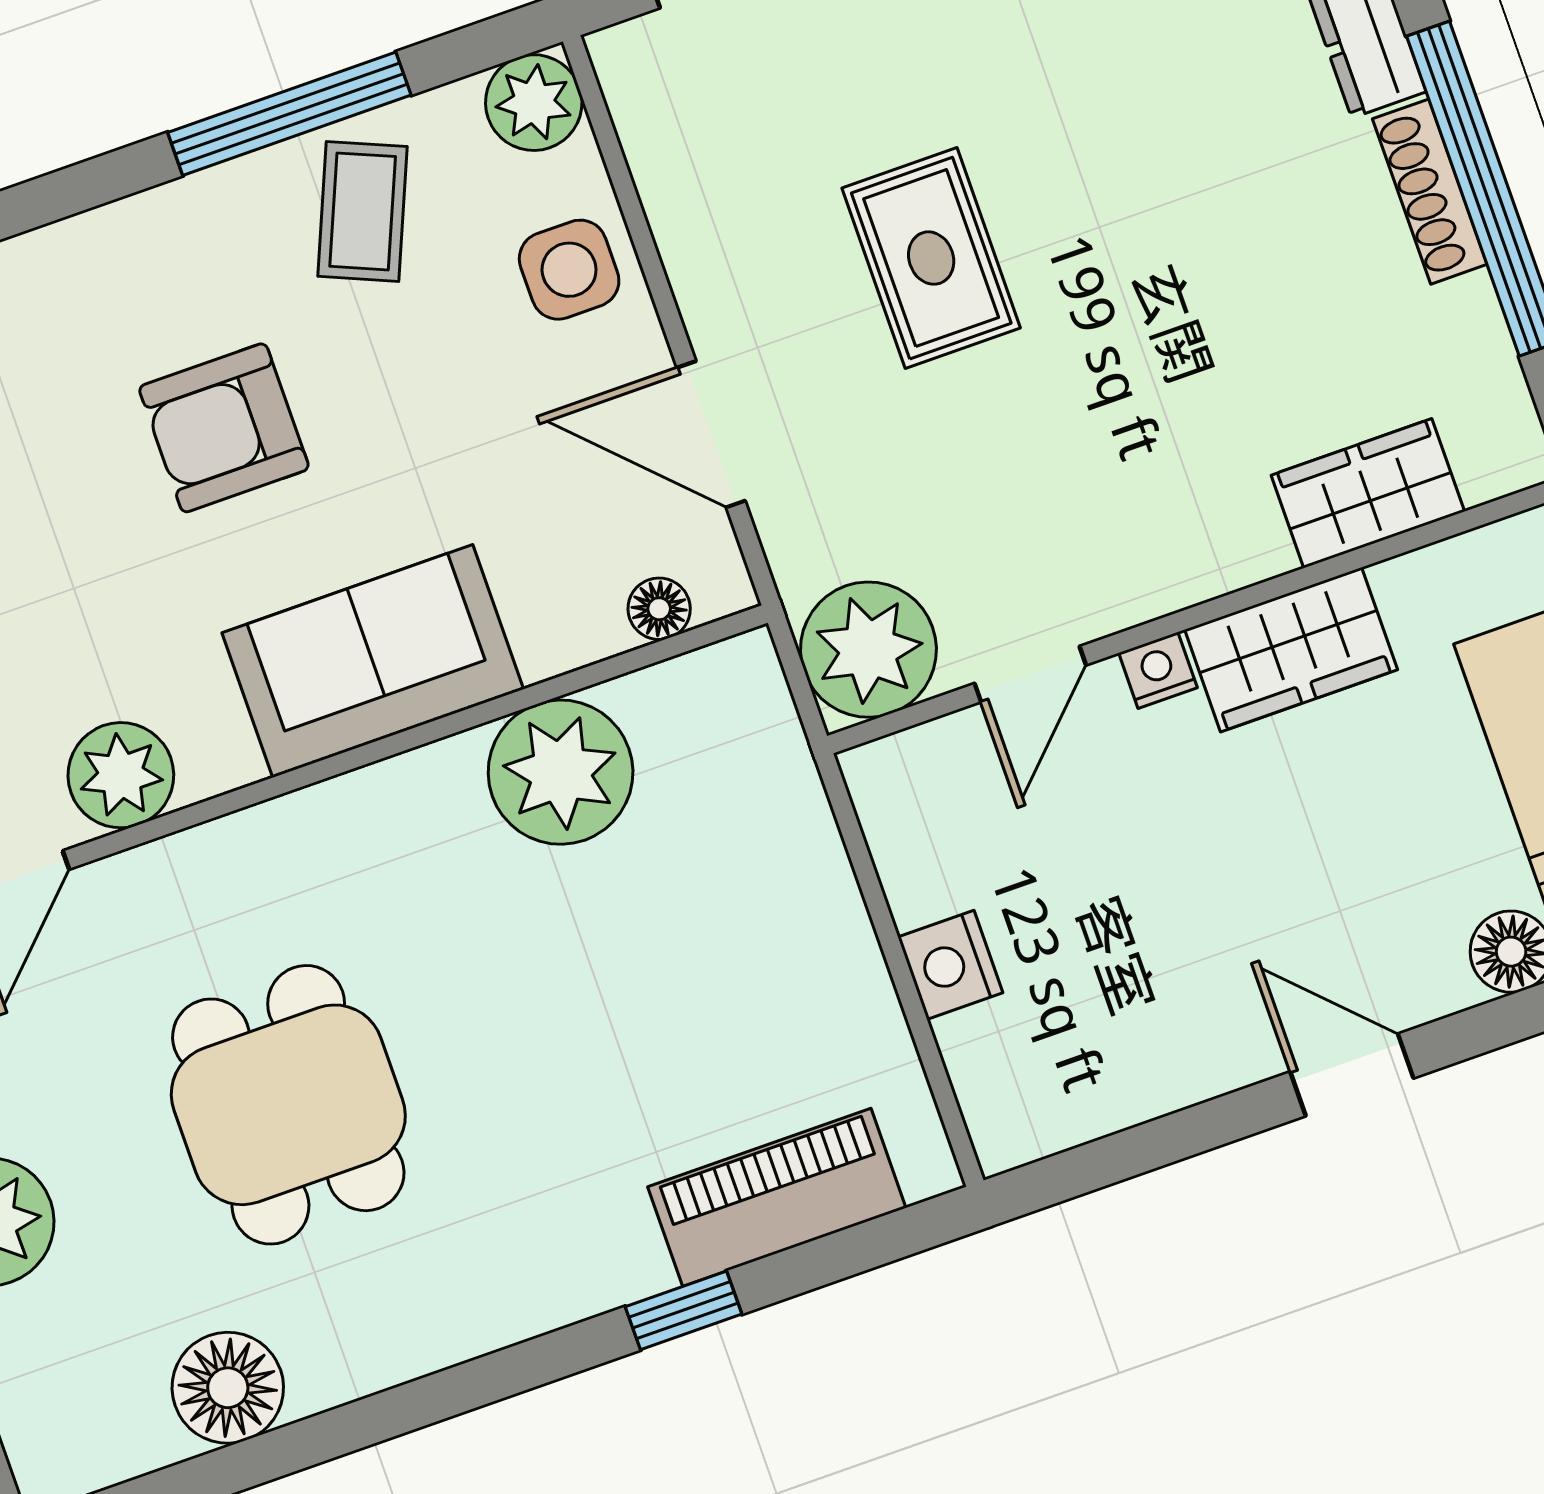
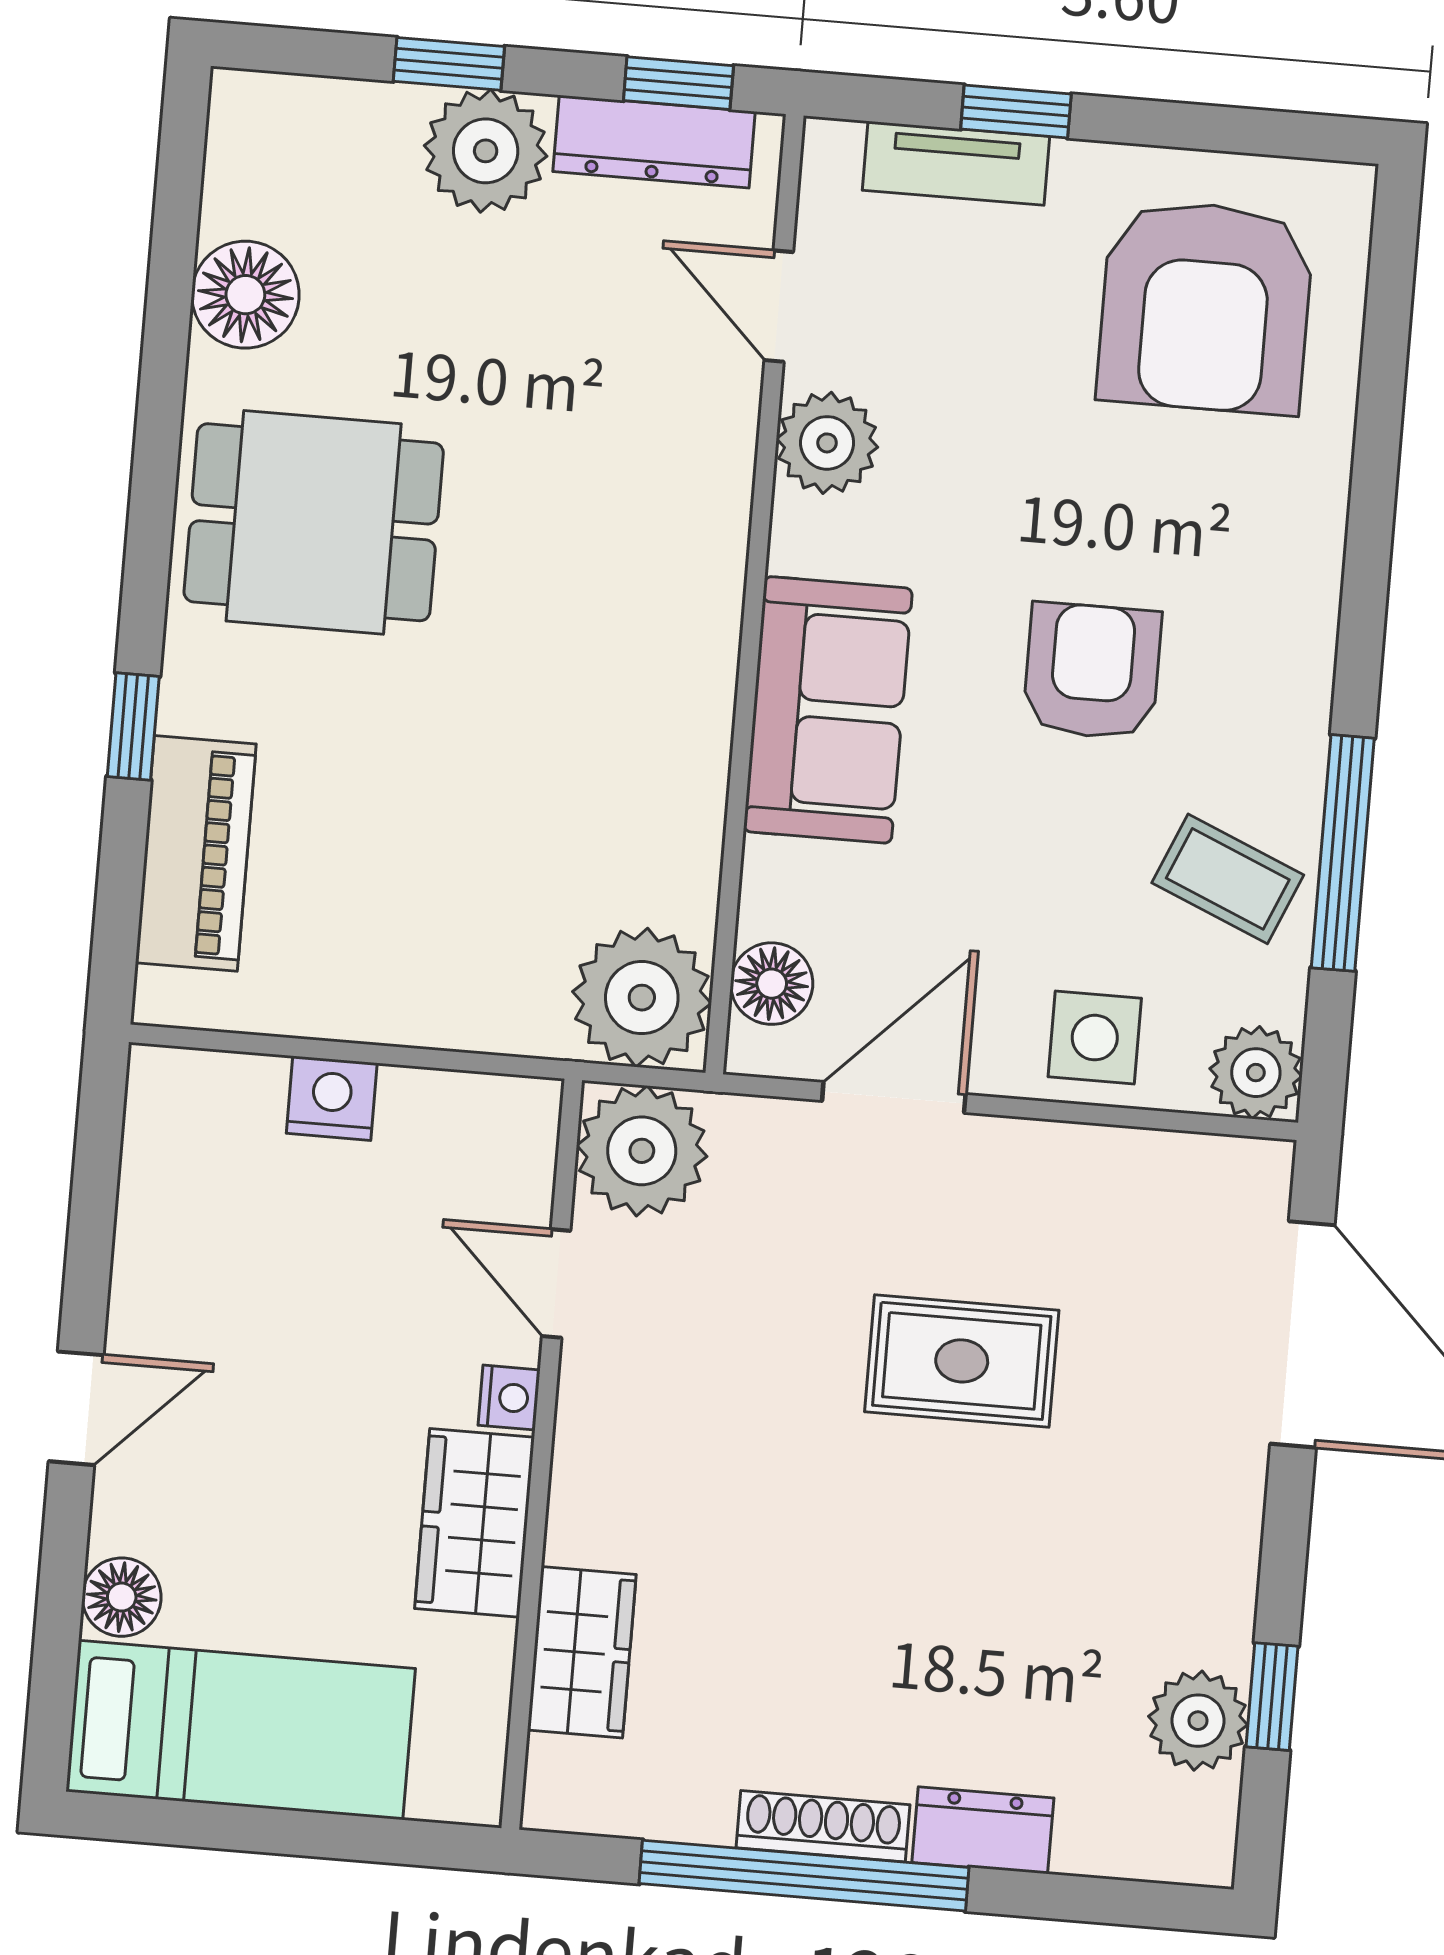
floor lamp: (659, 609) -> (772, 984), width x1.37, depth x1.37
plant: (561, 772) -> (642, 998), moved
dining table: (288, 1105) -> (314, 522), moved

